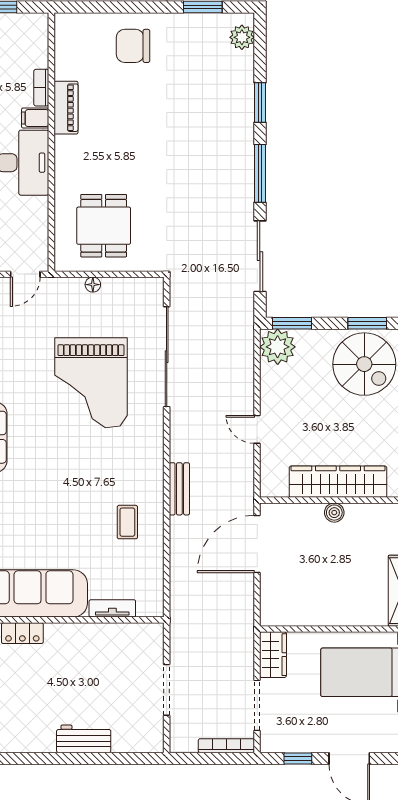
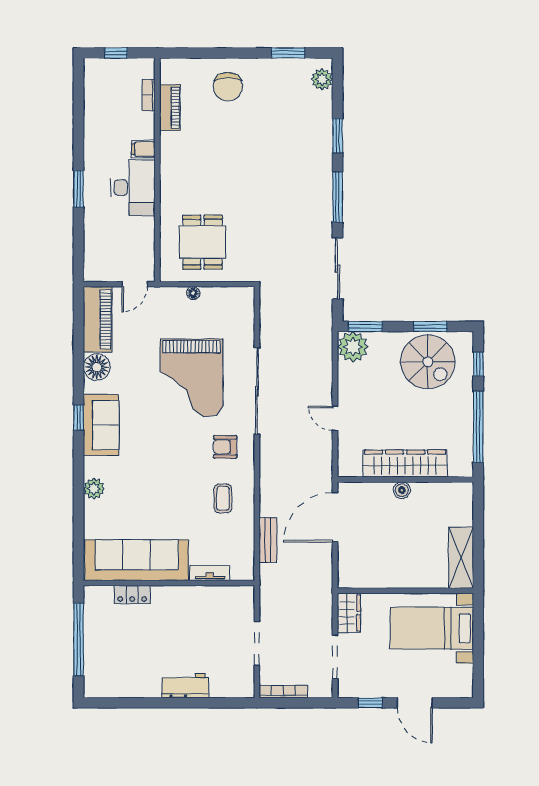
chair: (133, 46) -> (228, 87), turned -90
bookcase: (41, 88) -> (149, 95), moved
piano: (66, 108) -> (170, 108), moved
sliding door: (167, 357) -> (257, 391), moved
armchair: (130, 462) -> (225, 447), added
bench: (179, 489) -> (268, 540), moved
bookcase: (226, 746) -> (283, 692), moved

